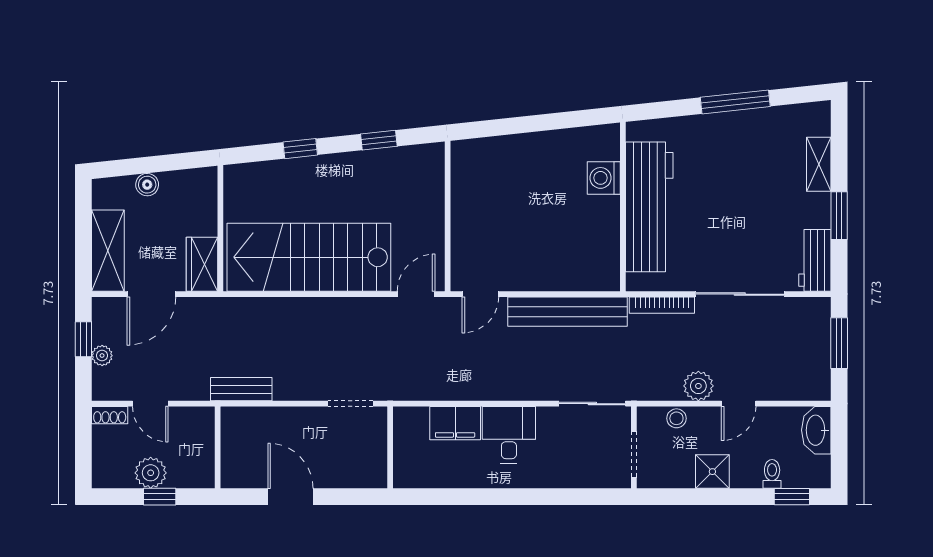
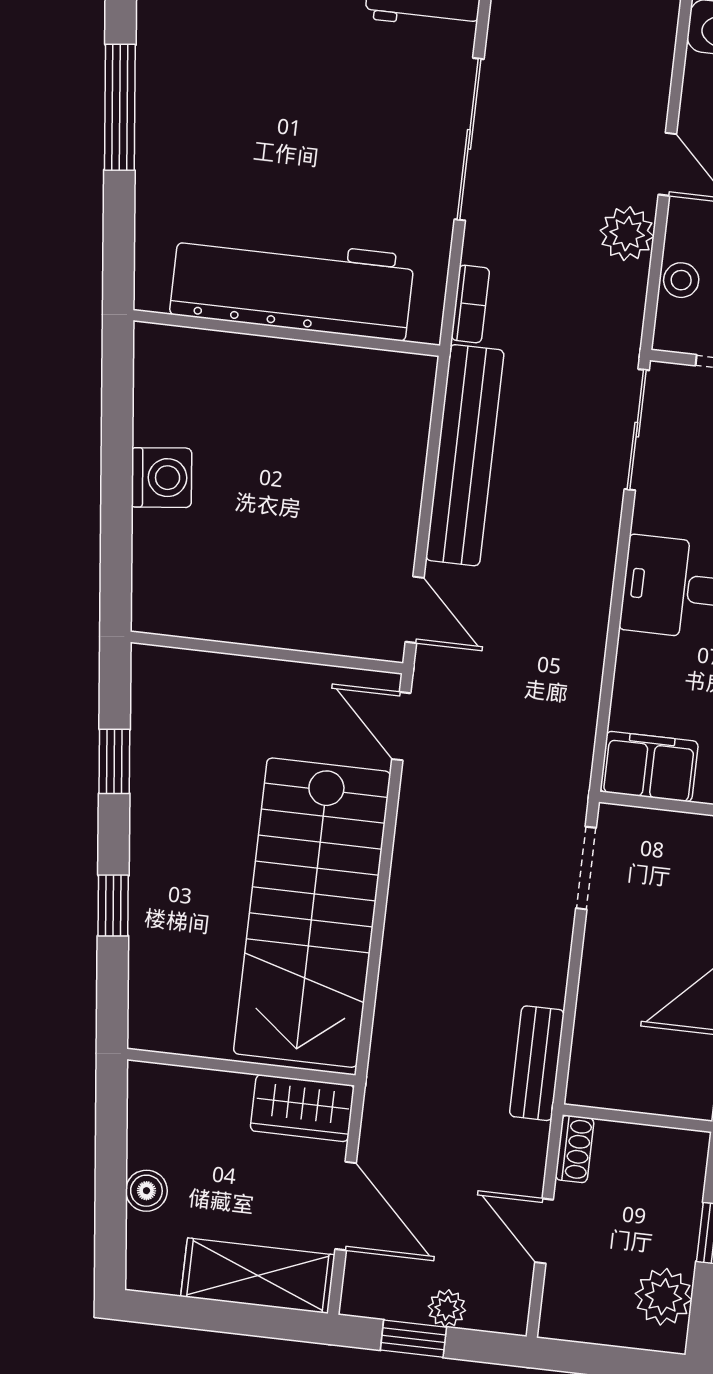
washing machine: (604, 178) -> (162, 478), moved, turned -96
bookcase: (662, 305) -> (470, 304), width x0.64
door: (150, 404) -> (544, 1231), swing flipped
shoe rack: (110, 415) -> (575, 1149), moved
filing cabinet: (455, 423) -> (649, 767), moved, turned -90
plant: (151, 473) -> (664, 1297), moved

